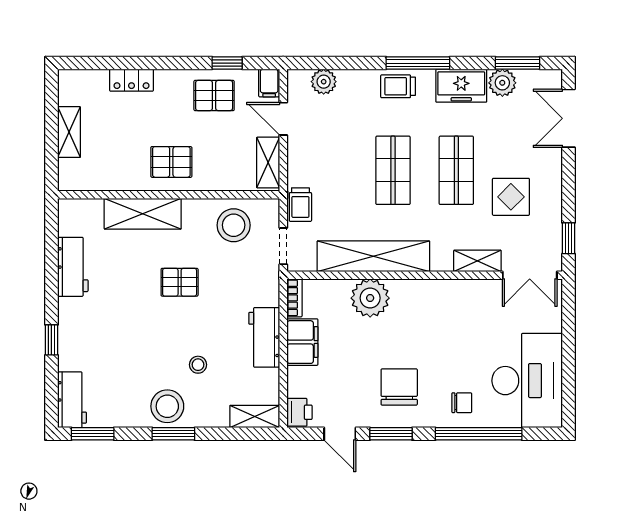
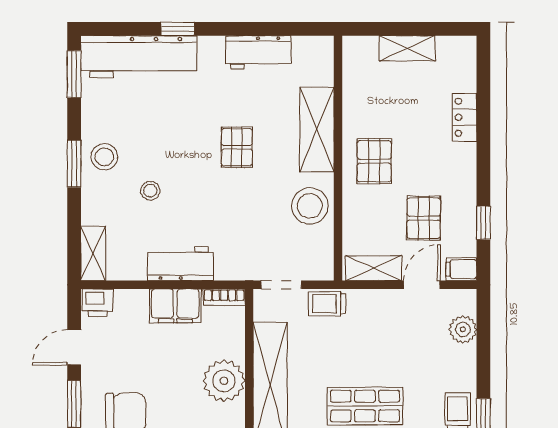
pallet: (214, 96) -> (424, 218), moved
stool: (234, 225) -> (310, 206), moved
pallet: (180, 282) -> (237, 147), moved
workbench: (72, 400) -> (139, 57), width x1.88, depth x1.32
stool: (167, 406) -> (104, 157), width x0.73, depth x0.73

